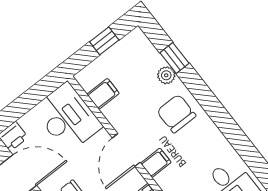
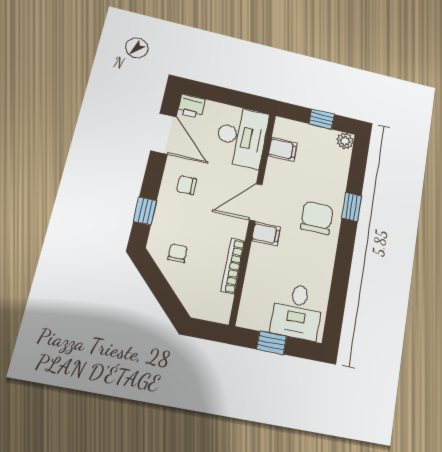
window: (175, 58) -> (352, 207), moved
plant: (166, 75) -> (345, 141), moved

